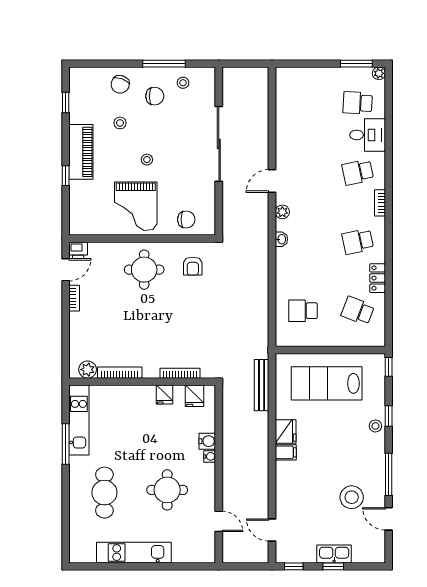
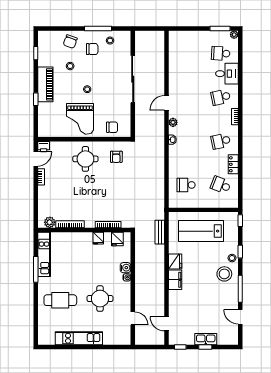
bench: (262, 385) -> (160, 232), width x0.73
filing cabinet: (286, 452) -> (175, 280), width x2.00
cafe table: (104, 493) -> (60, 300), turned 90
stool: (352, 497) -> (224, 274), moved

